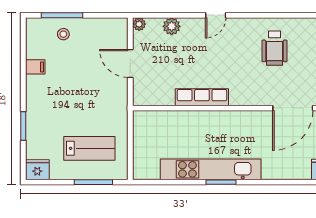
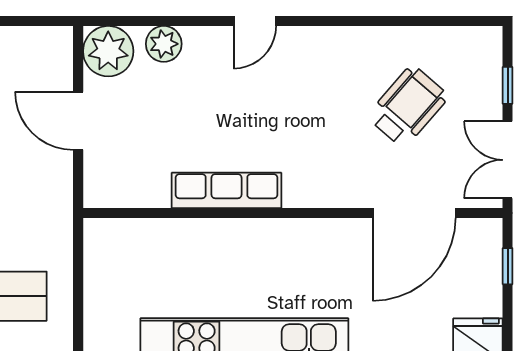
plant: (139, 24) -> (108, 51), width x1.87, depth x1.87
wheelchair: (275, 48) -> (408, 106), moved, turned -139

